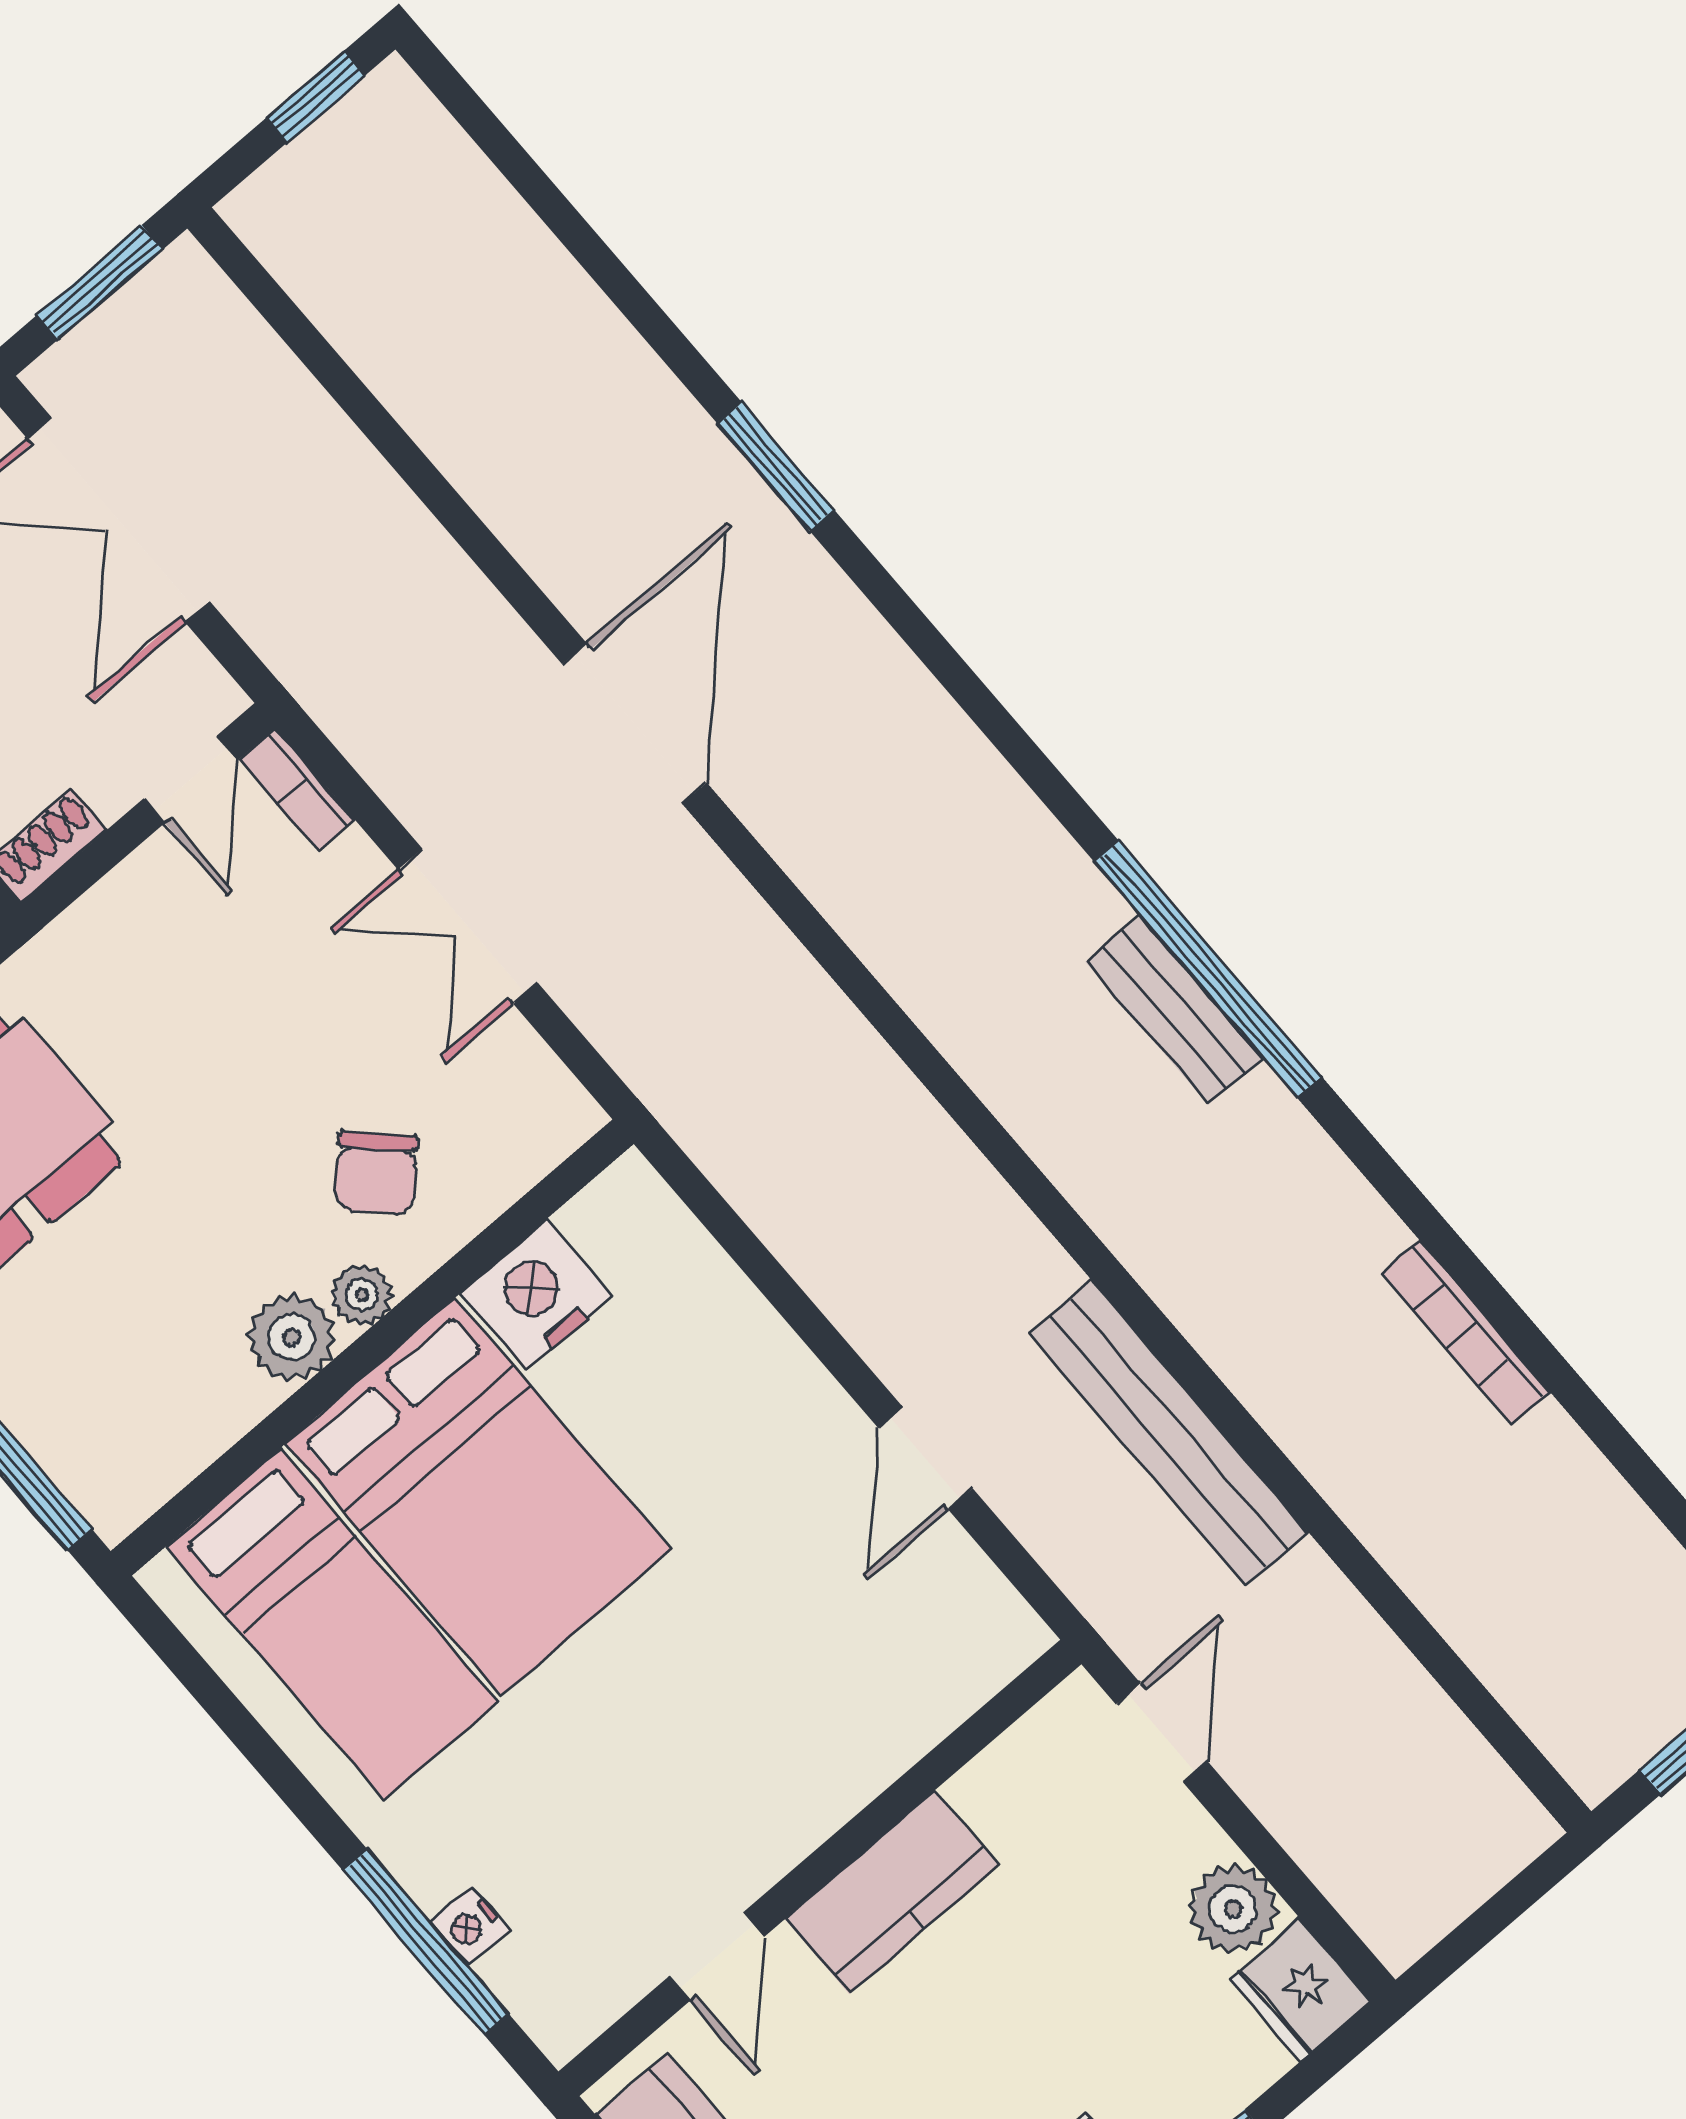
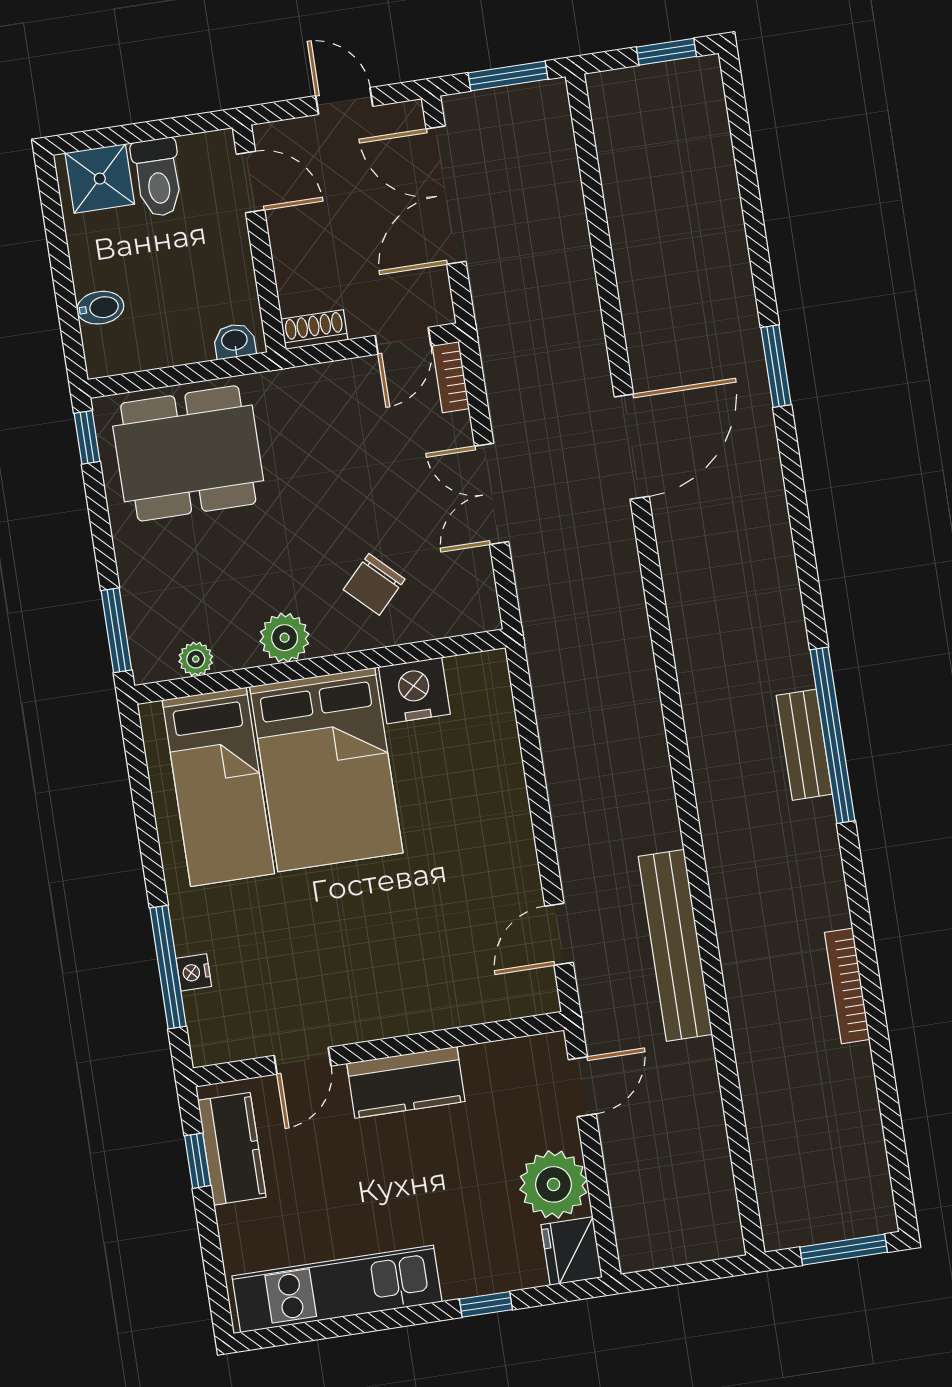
plant: (362, 1295) -> (196, 659), moved
door: (926, 1458) -> (559, 934), moved
plant: (1233, 1909) -> (554, 1184), width x1.36, depth x1.36

